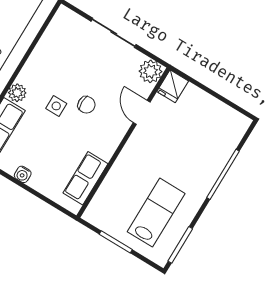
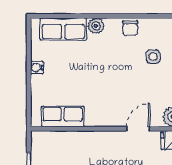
chair: (86, 105) -> (130, 28), moved
side table: (56, 106) -> (153, 57), moved

